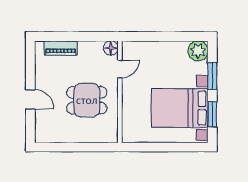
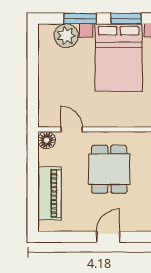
piano: (60, 48) -> (49, 193), width x1.37, depth x1.33
plant: (198, 51) -> (66, 36), moved

